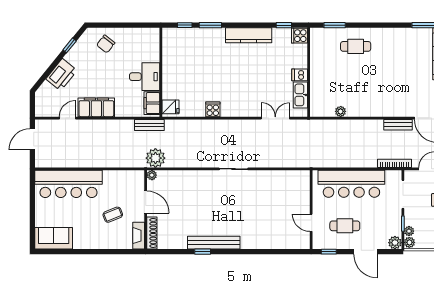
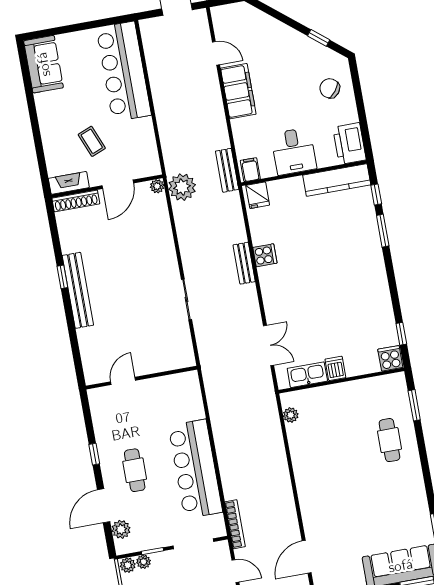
kitchen counter: (249, 35) -> (337, 180), moved, turned -90
printer: (61, 75) -> (349, 144), moved, turned 51
filing cabinet: (152, 103) -> (250, 170), width x0.50
plant: (341, 111) -> (291, 415), moved
bench: (398, 125) -> (244, 263), moved
wall: (311, 210) -> (141, 378), moved
door: (311, 223) -> (123, 381), moved
plant: (395, 243) -> (121, 529), moved

